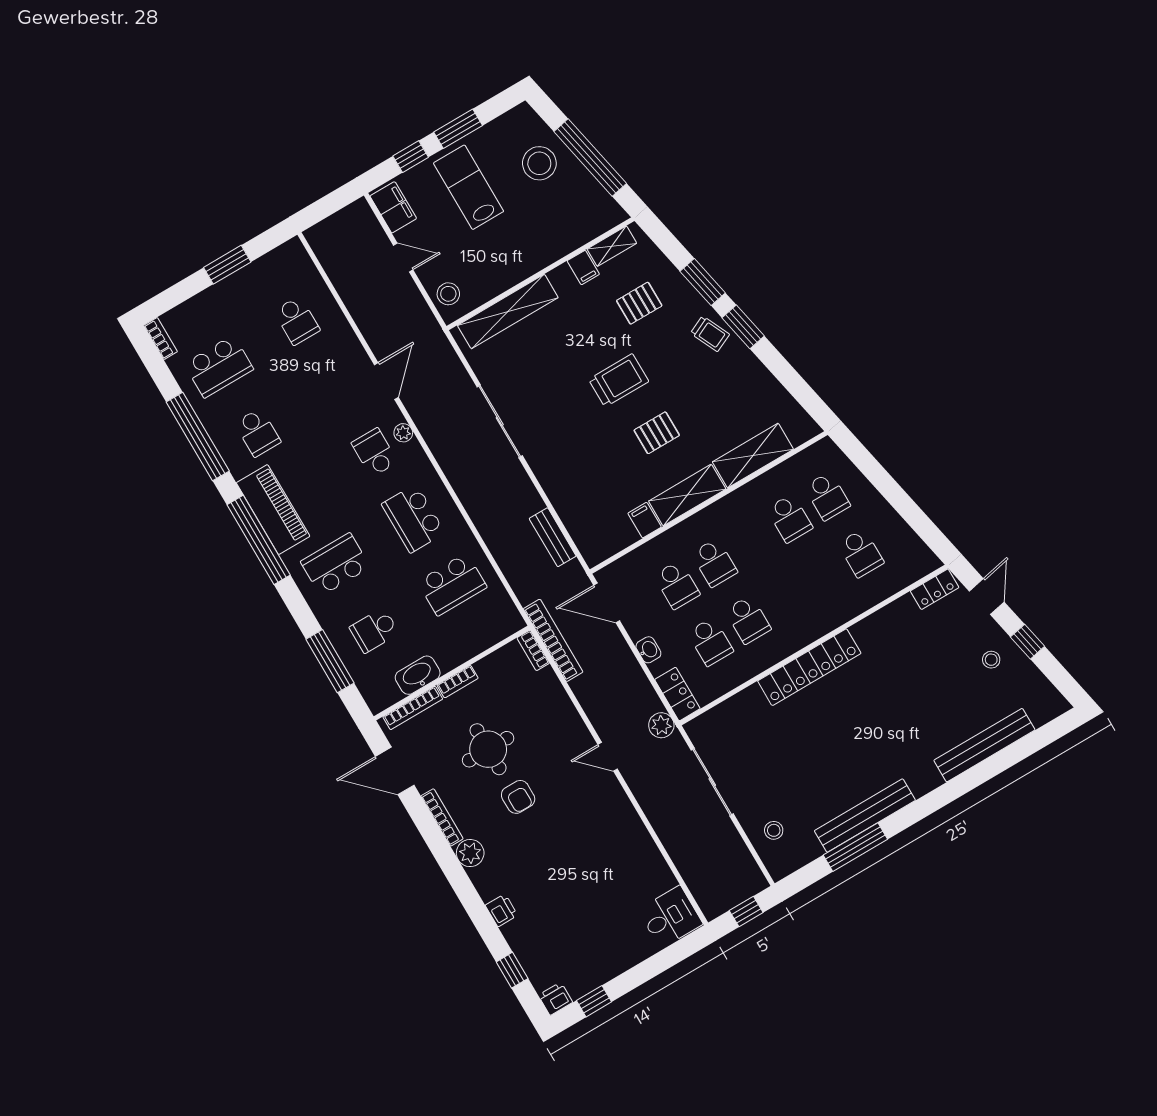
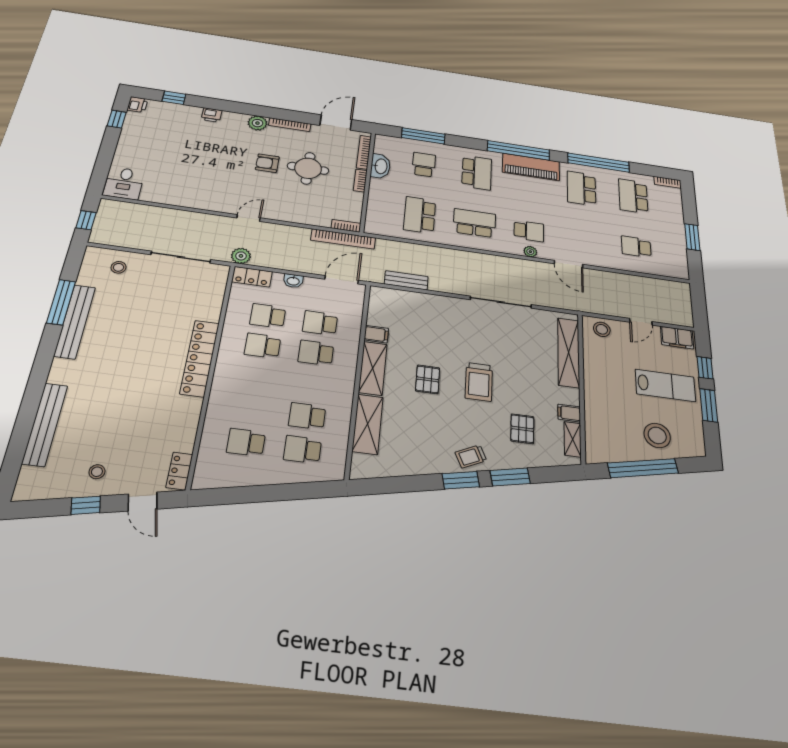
school desk: (258, 432) -> (581, 188), width x1.85

